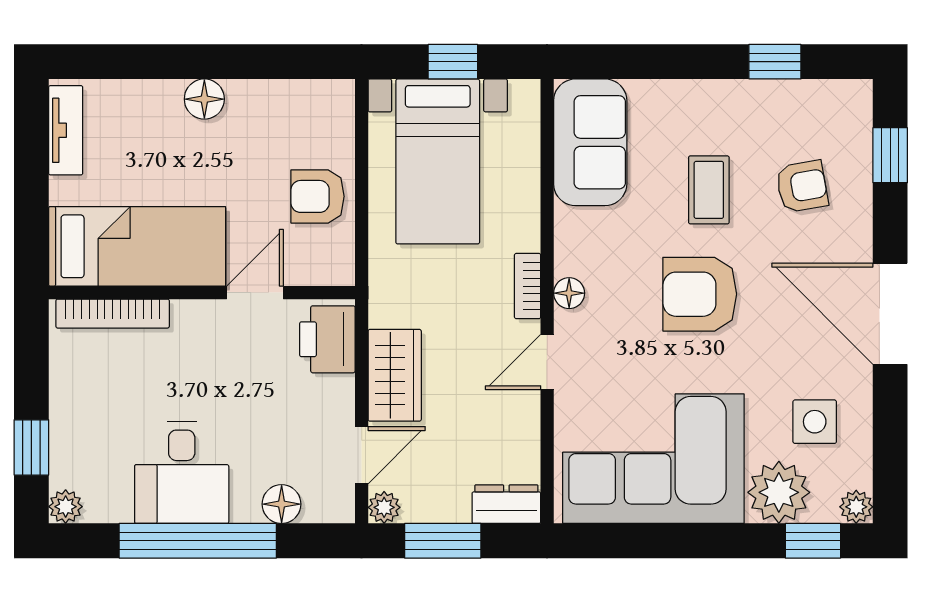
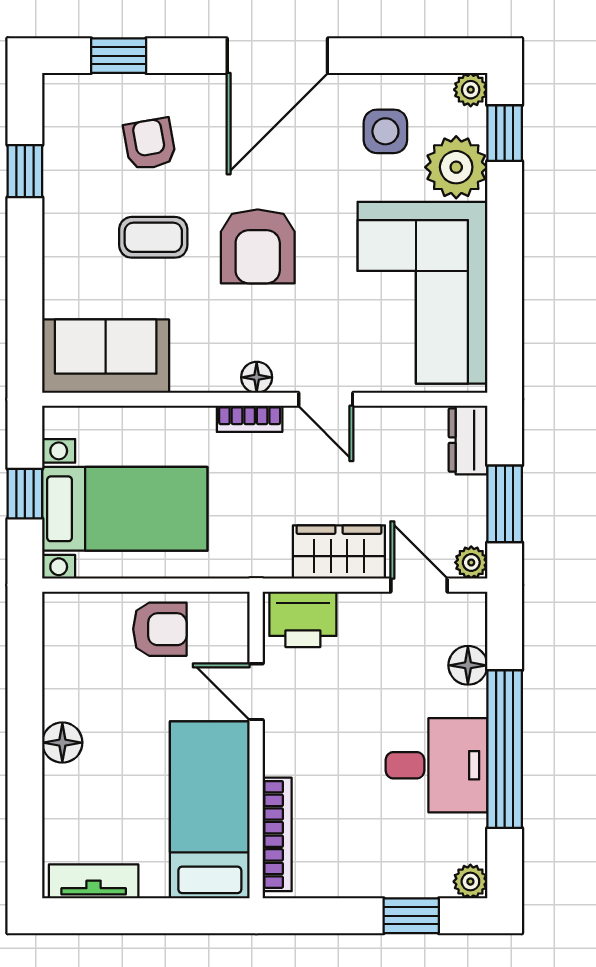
armchair: (318, 196) -> (160, 629), turned -90

